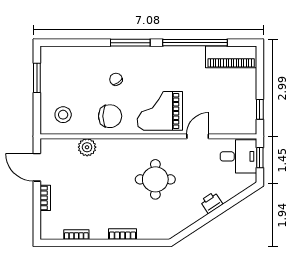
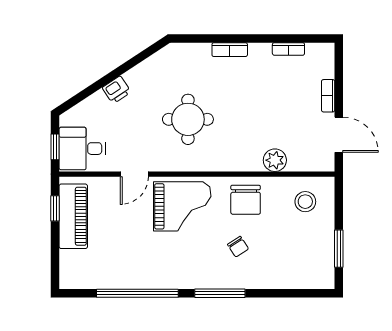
piano: (231, 57) -> (73, 216), moved, turned 90
chair: (110, 116) -> (246, 200), turned -90

